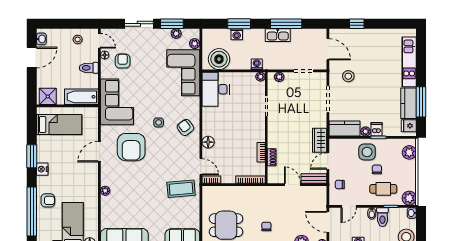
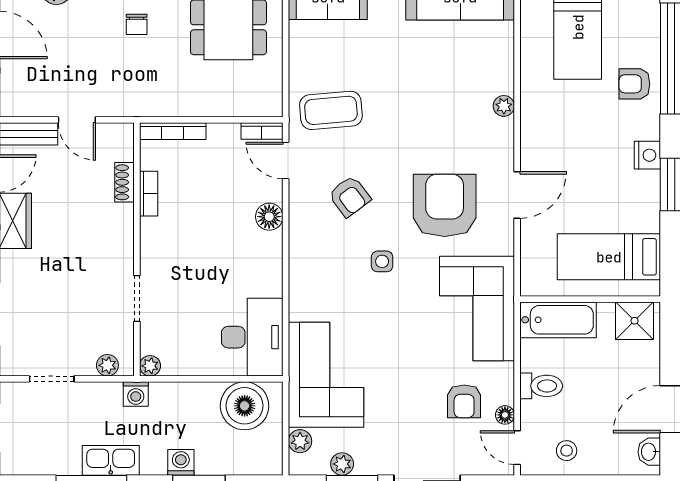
washing machine: (237, 34) -> (181, 462), moved
washing machine: (257, 64) -> (136, 394), moved
armchair: (185, 127) -> (350, 196), moved

